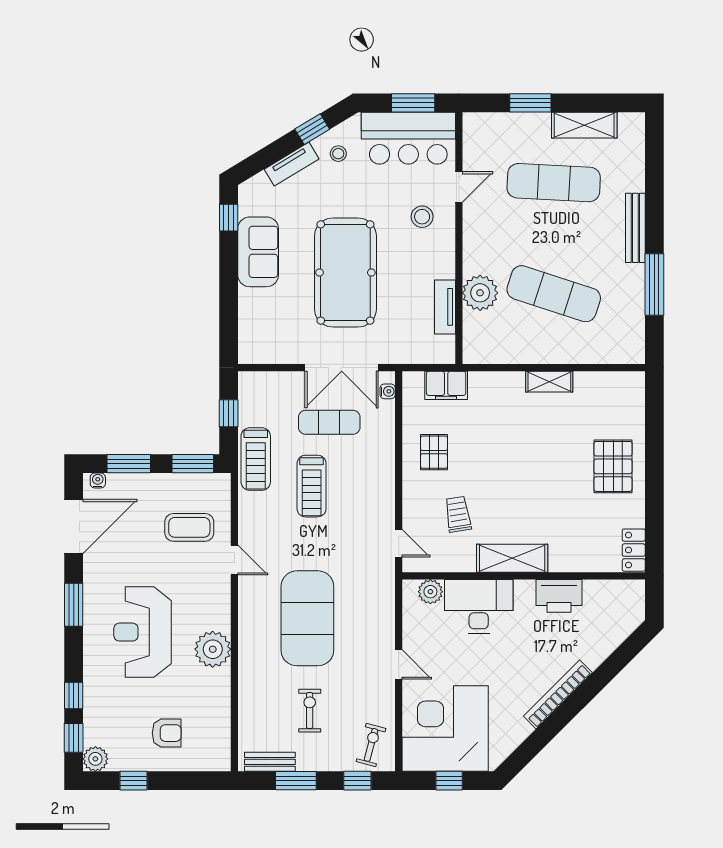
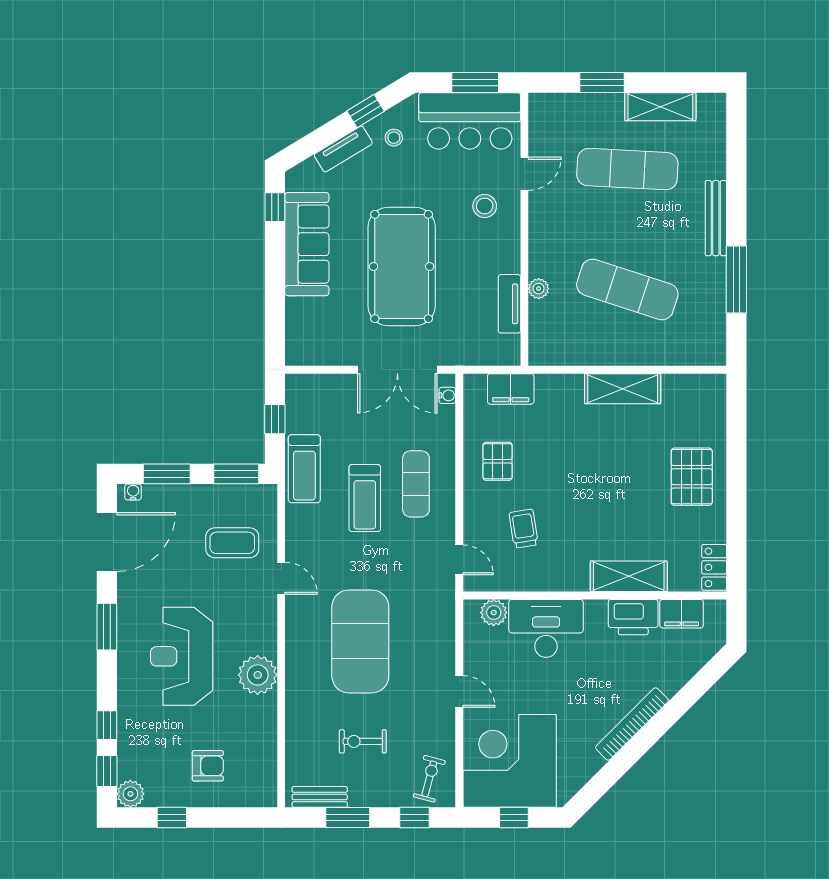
sofa: (258, 252) -> (307, 244), width x1.36
plant: (480, 293) -> (539, 289), width x0.53, depth x0.53
shelving: (549, 382) -> (623, 389), width x1.50, depth x1.33
exercise mat: (329, 422) -> (416, 484), moved, turned 90
shelving: (512, 558) -> (629, 576), moved
filing cabinet: (604, 593) -> (682, 614), added
exercise bike: (310, 711) -> (363, 741), turned -90

